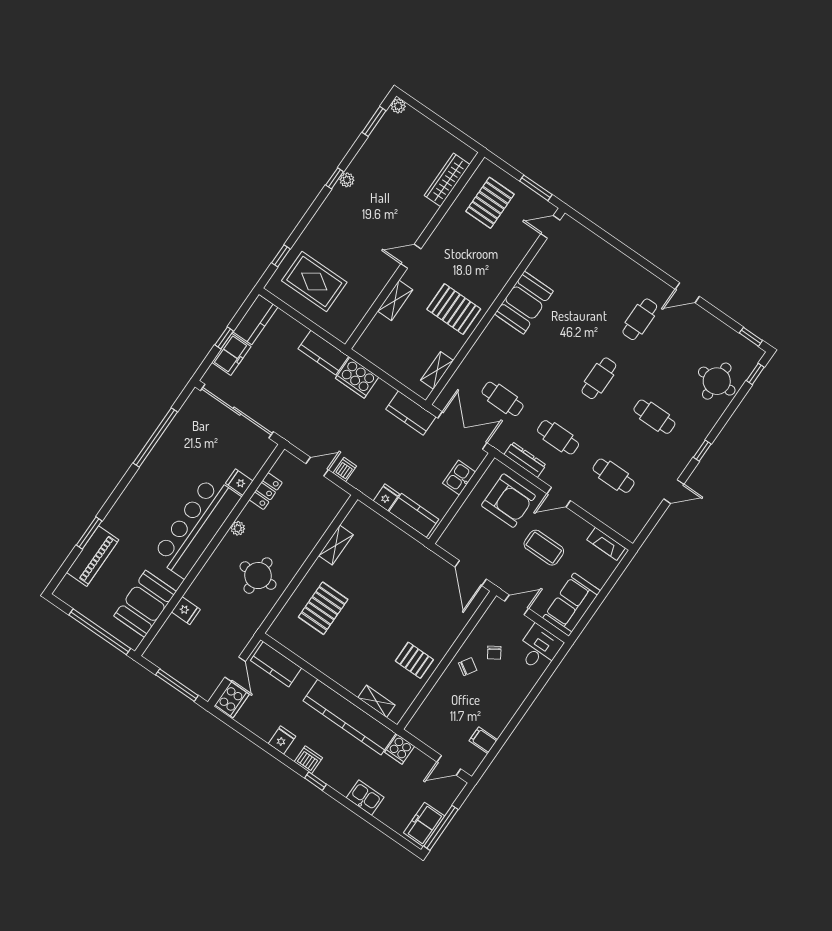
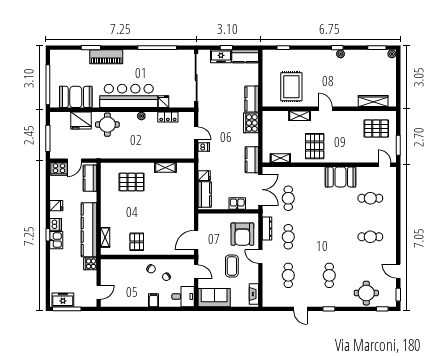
rug: (314, 281) -> (291, 87), moved
door: (687, 293) -> (398, 271), moved
cafe table: (599, 378) -> (370, 198), moved
piano: (93, 556) -> (106, 57), moved
round table: (258, 576) -> (107, 125), moved
fridge: (186, 611) -> (81, 121), width x1.88, depth x1.34
filing cabinet: (483, 740) -> (154, 300), moved
door: (449, 765) -> (99, 292), swing flipped
kitchen sink: (365, 798) -> (56, 240), moved

